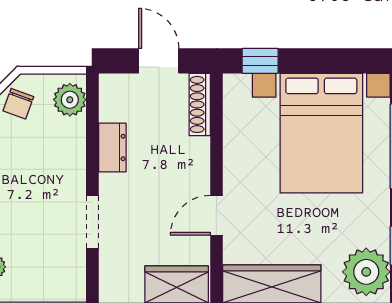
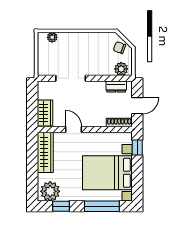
dresser: (112, 148) -> (116, 86), moved
doorway: (92, 222) -> (71, 78), width x1.38

